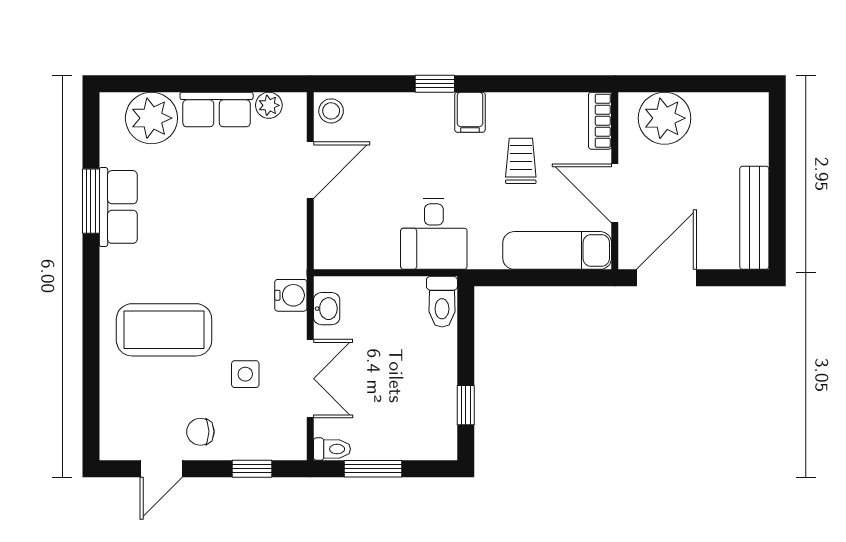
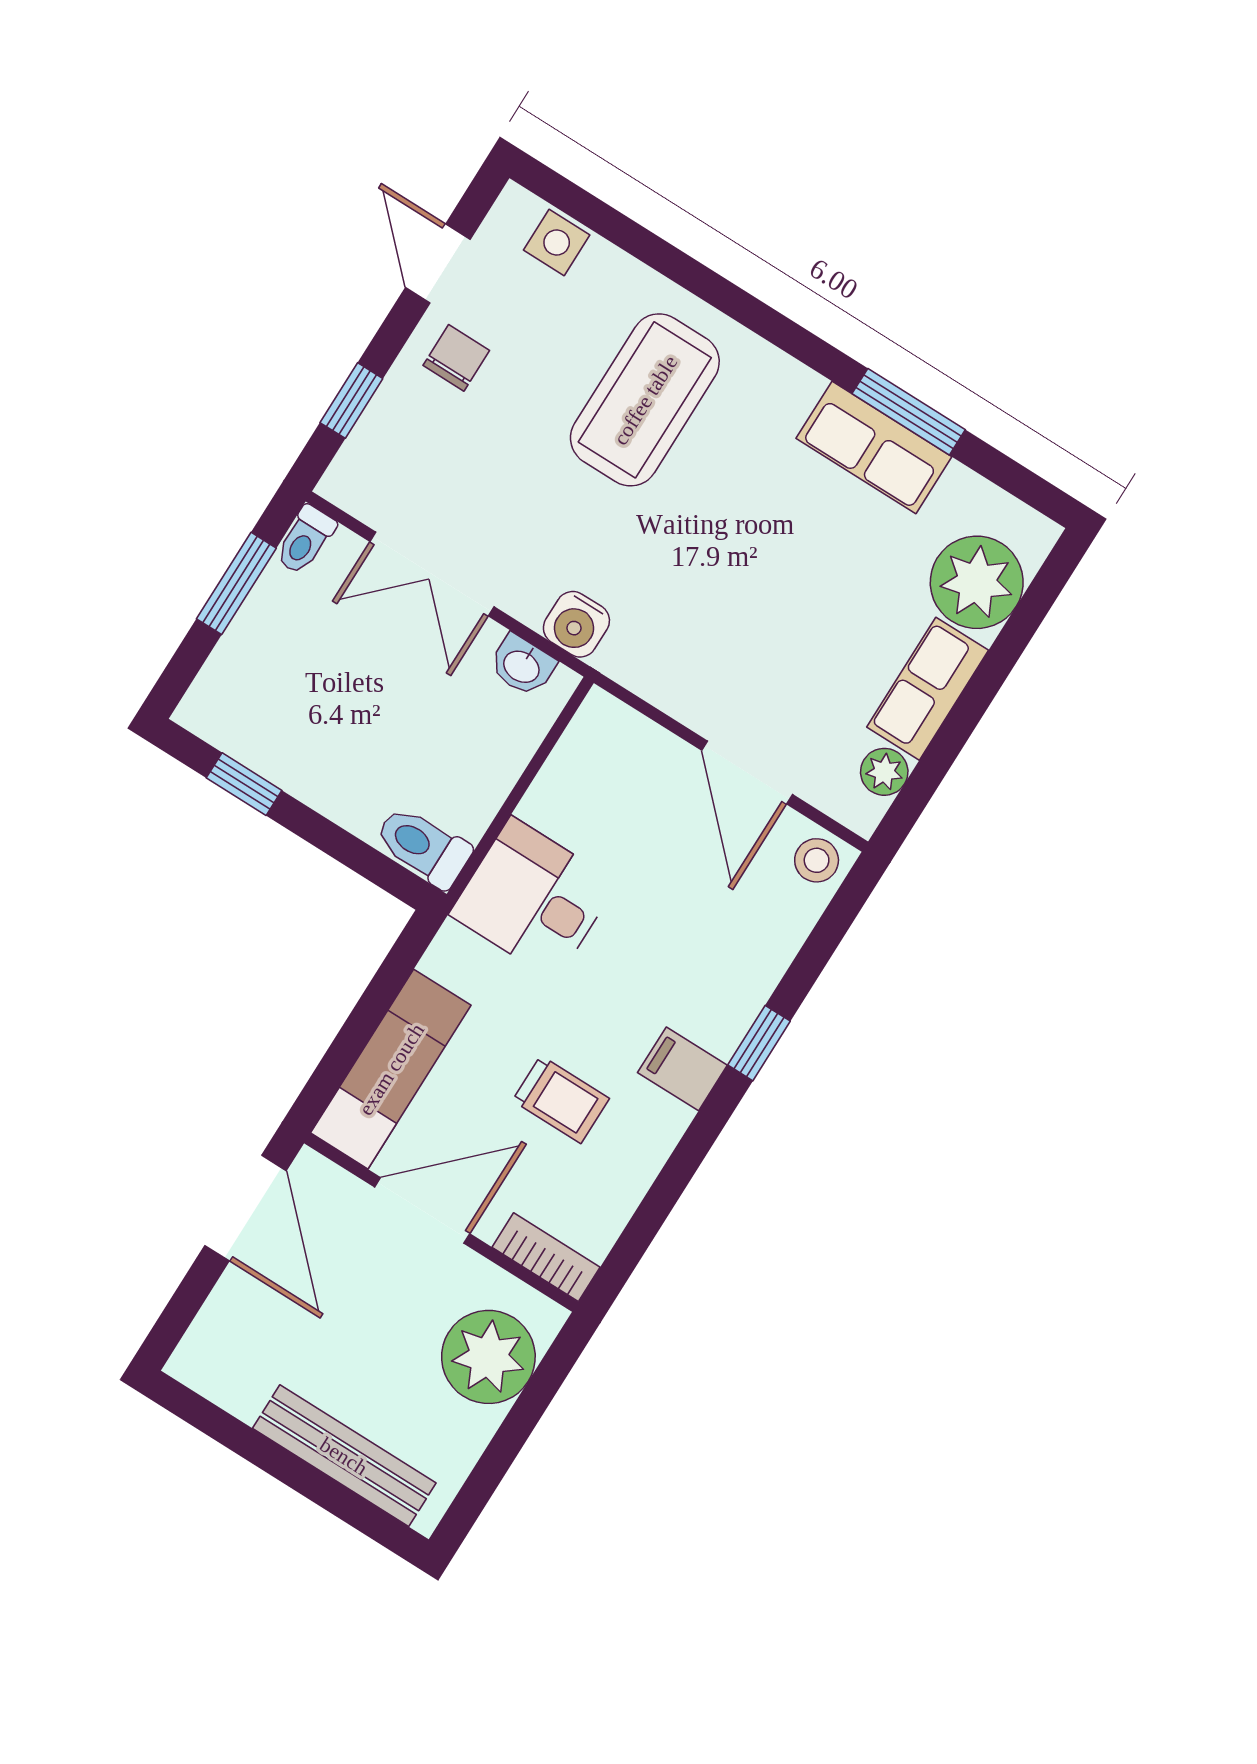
bench: (754, 218) -> (344, 1456), moved
side table: (245, 374) -> (557, 242), moved

